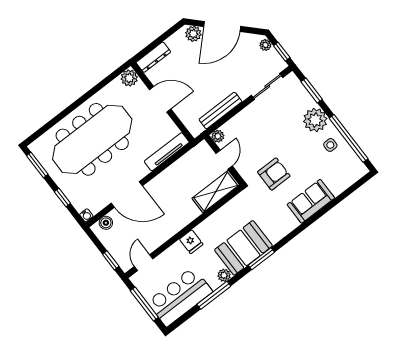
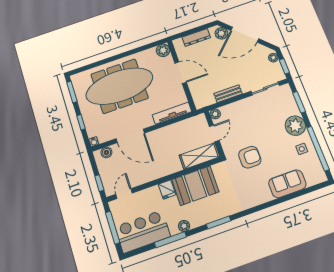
dresser: (153, 57) -> (196, 37), moved
bench: (220, 111) -> (228, 94), width x0.73
sofa: (311, 201) -> (287, 184), moved
booth: (243, 248) -> (195, 186), moved

